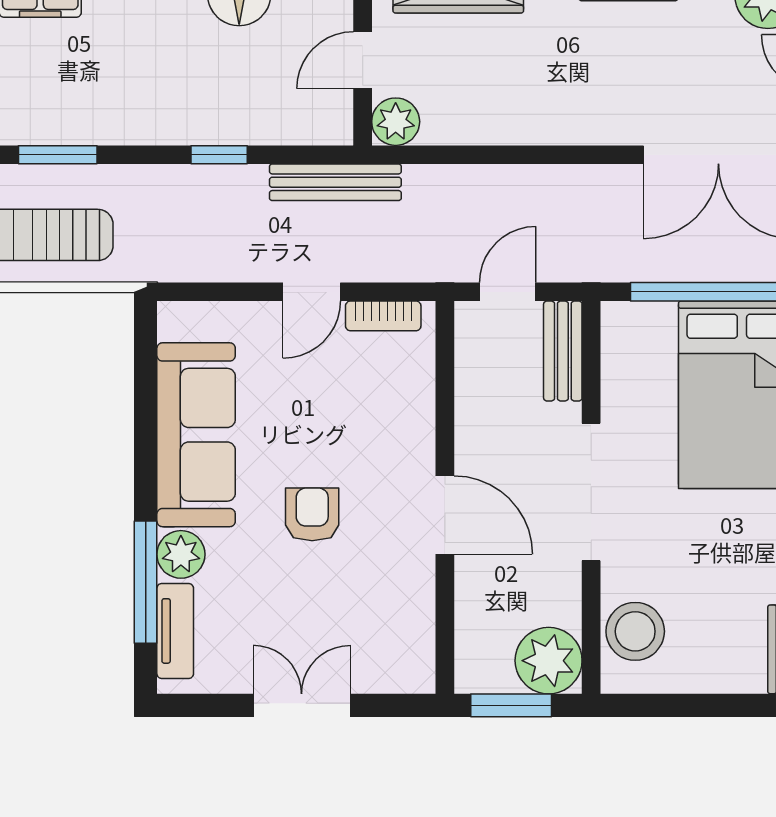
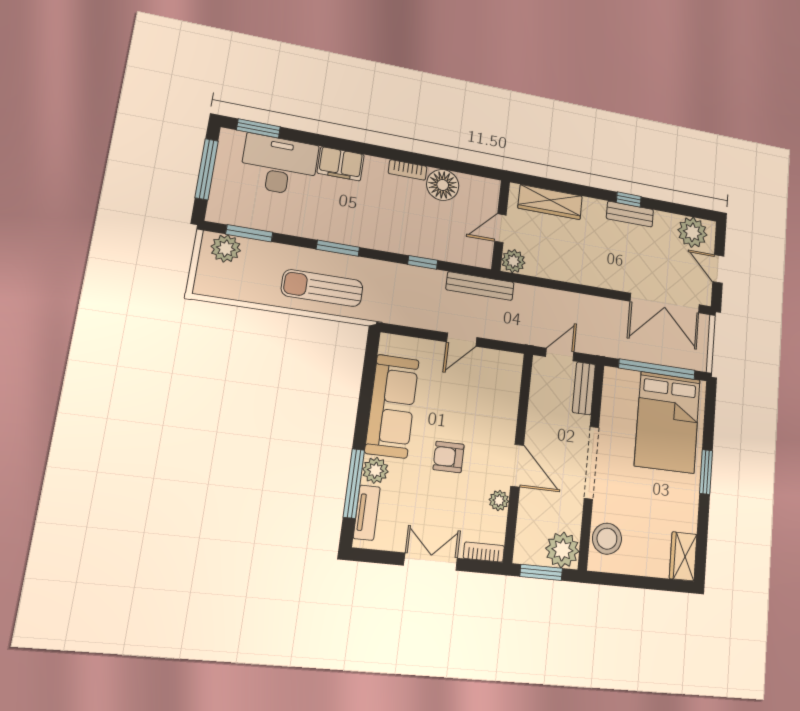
bookcase: (383, 316) -> (484, 552), moved, turned 180
armchair: (312, 514) -> (449, 457), turned -90
plant: (417, 583) -> (499, 501), added

